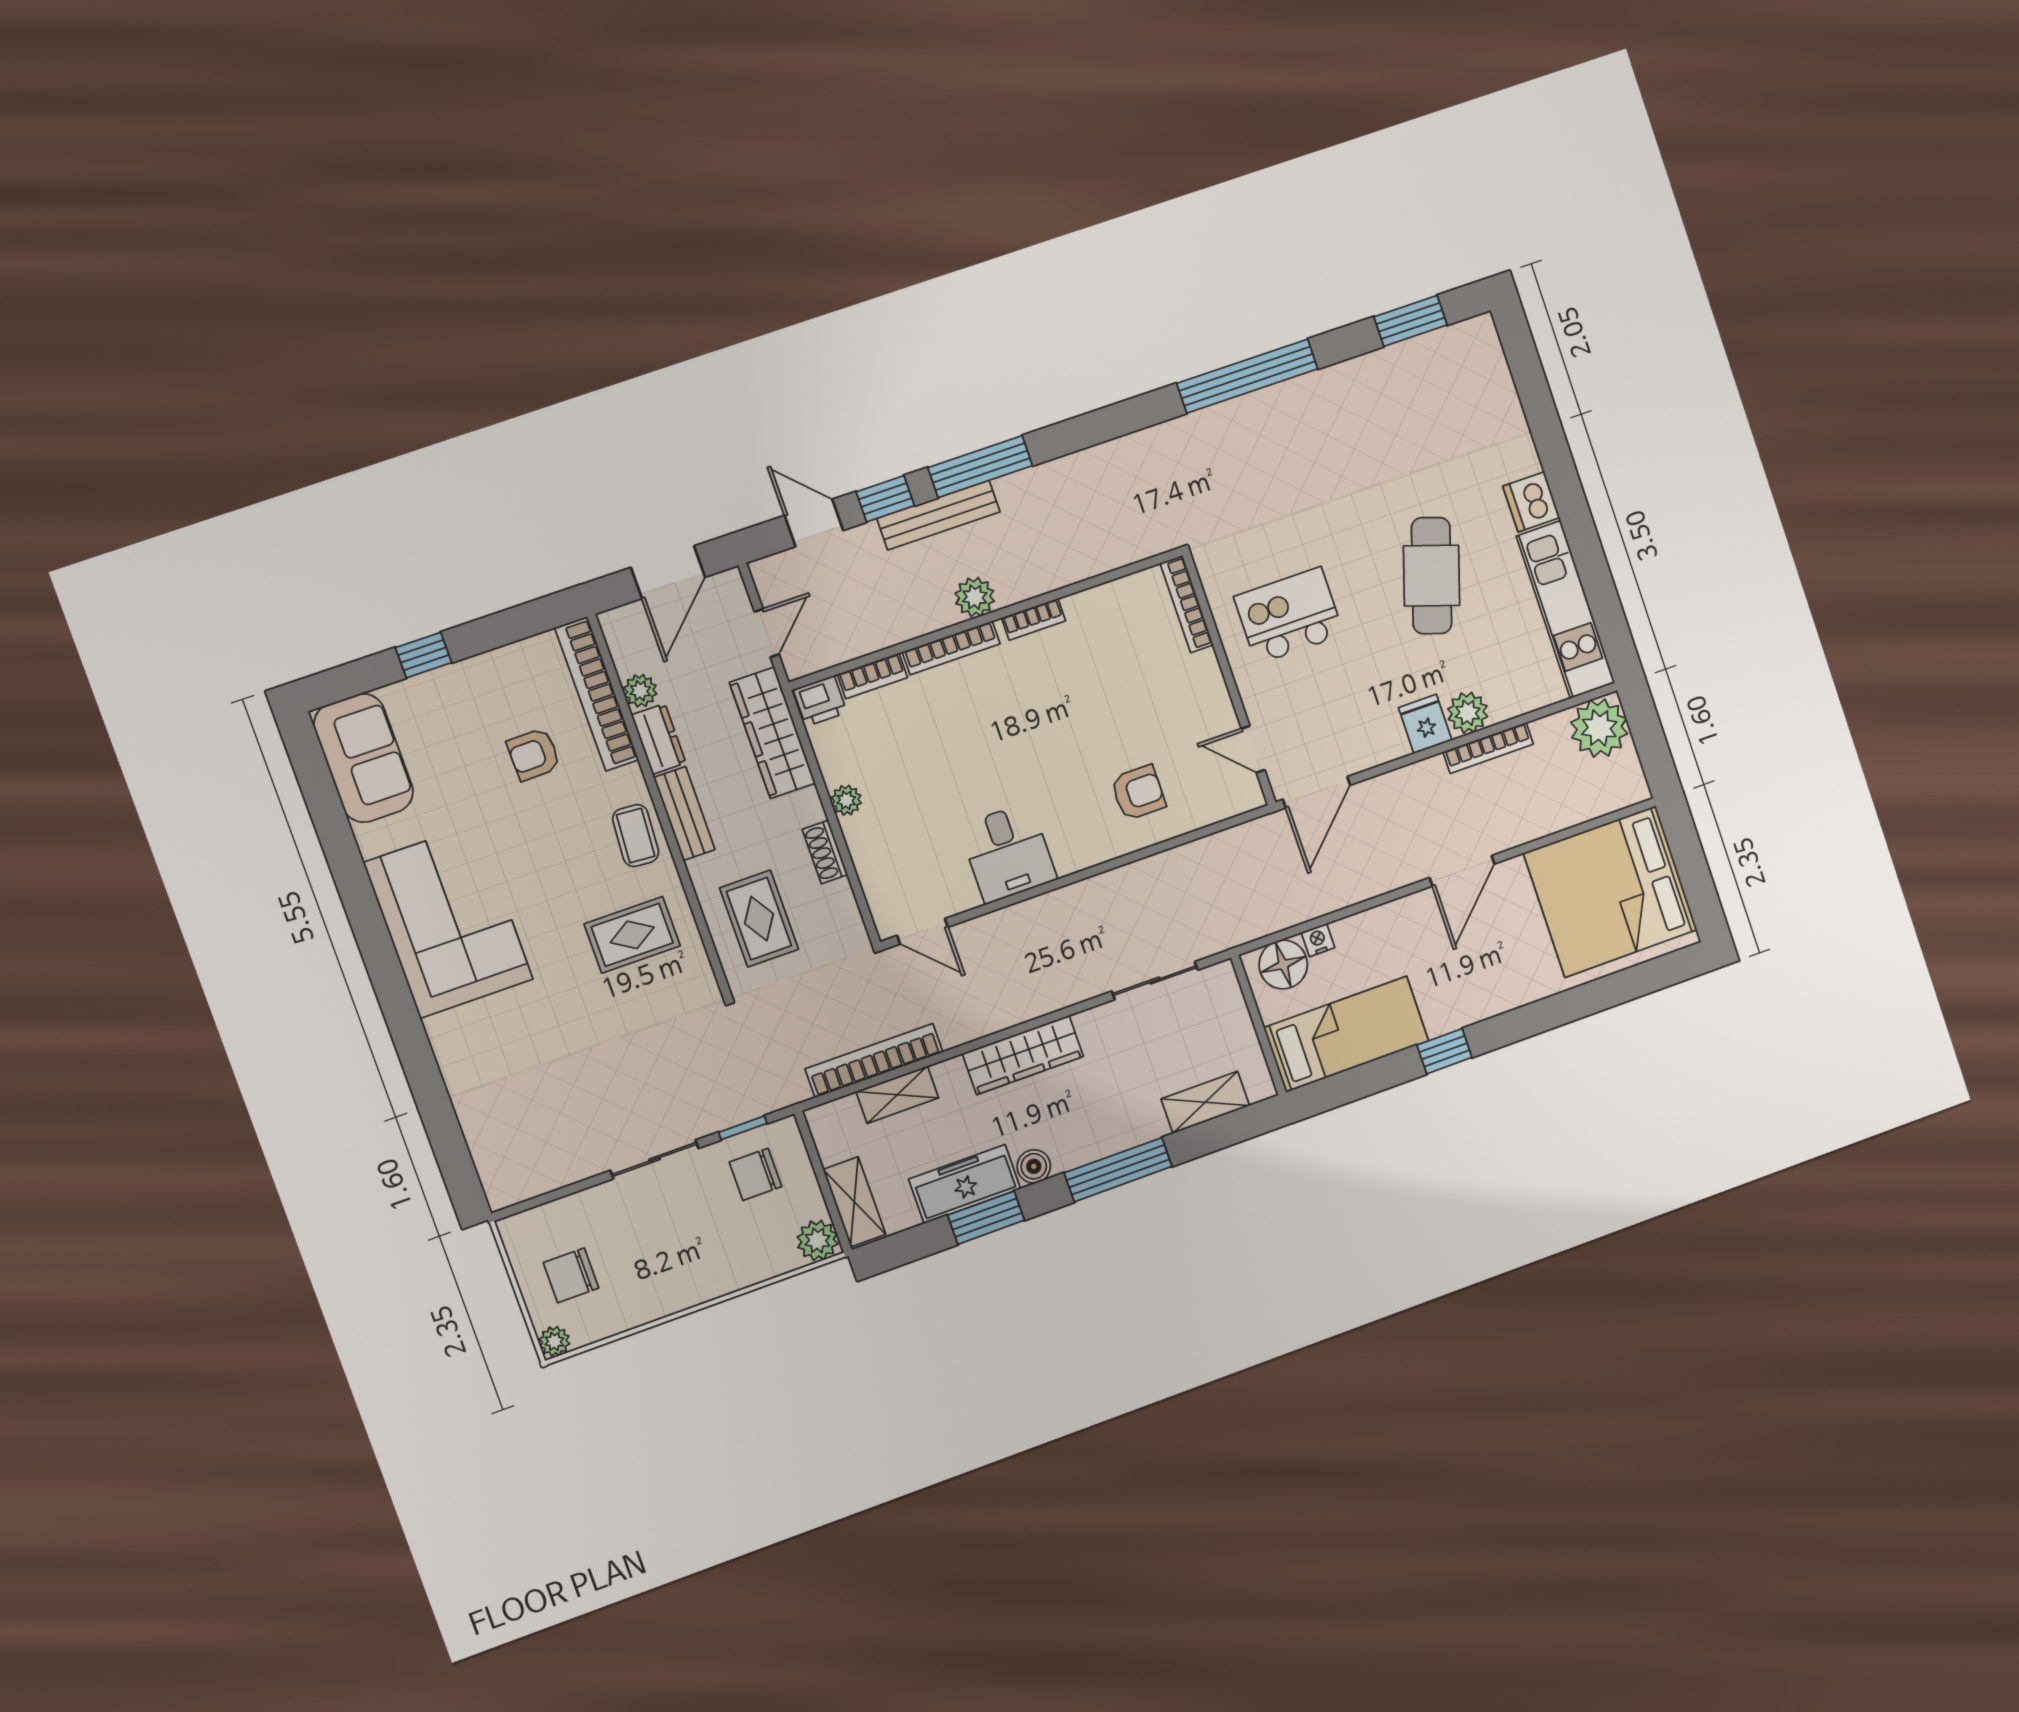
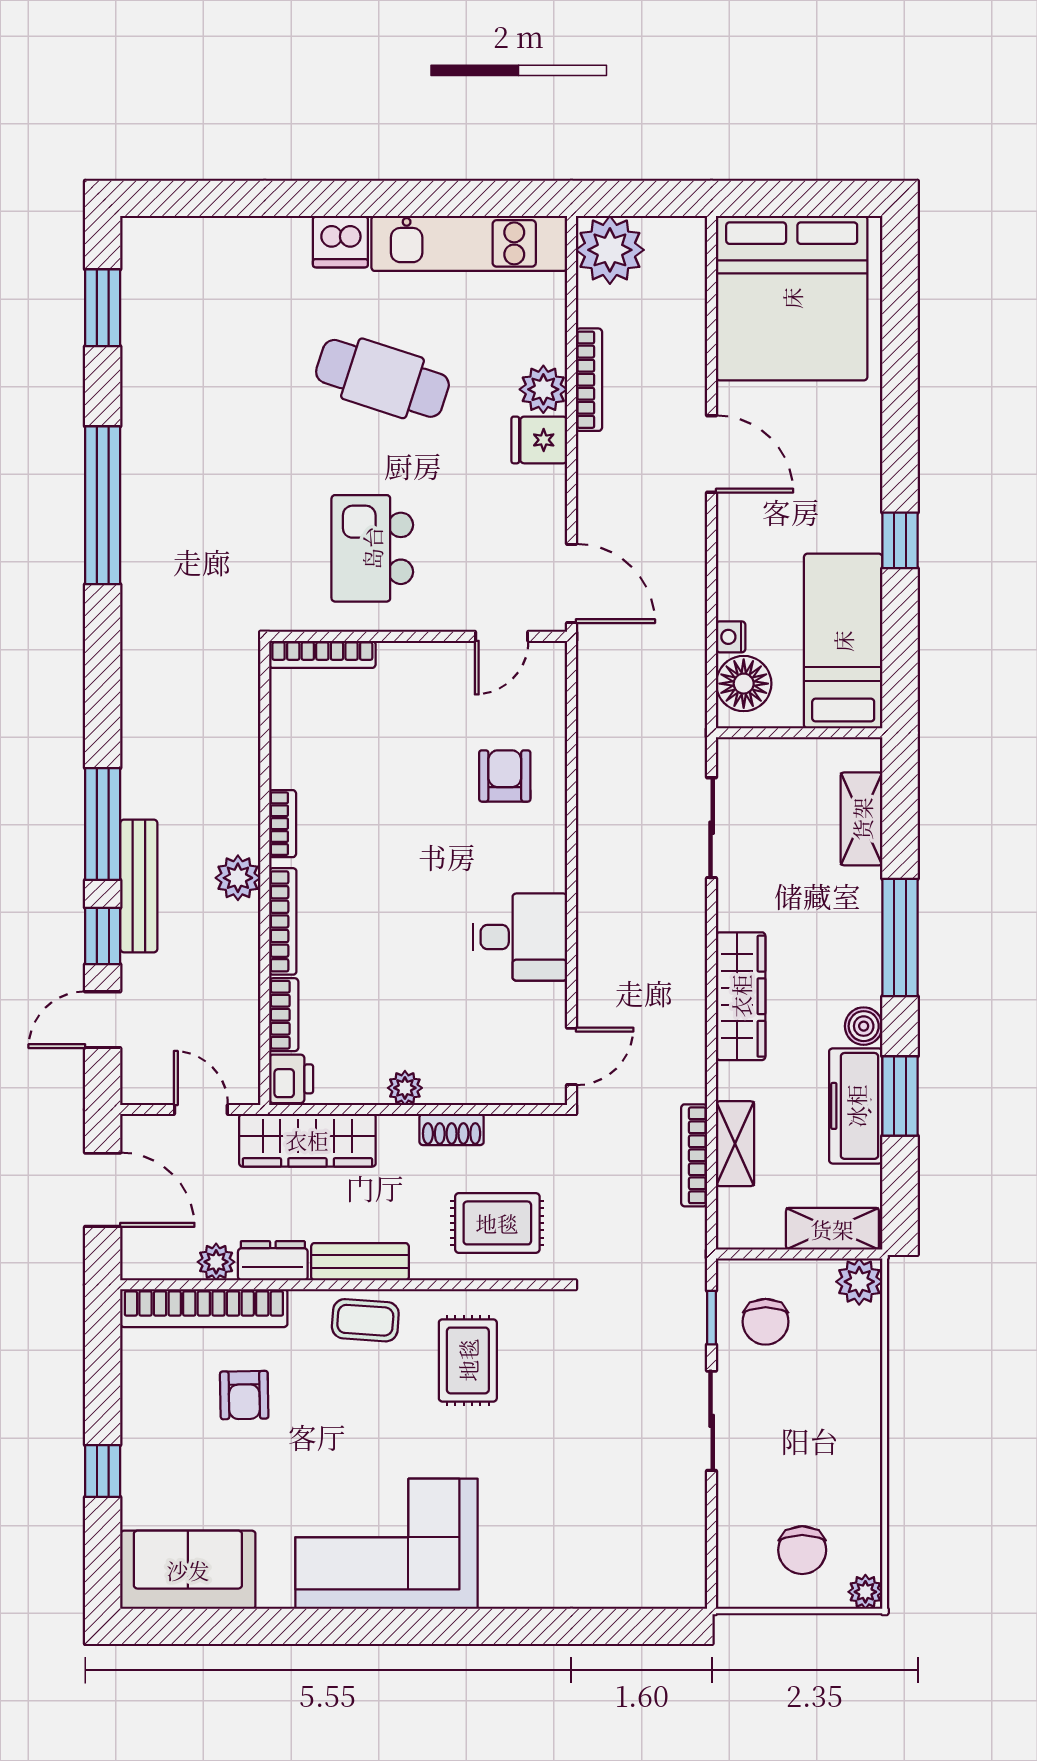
bookcase: (874, 1061) -> (694, 1155), width x0.68, depth x0.76

